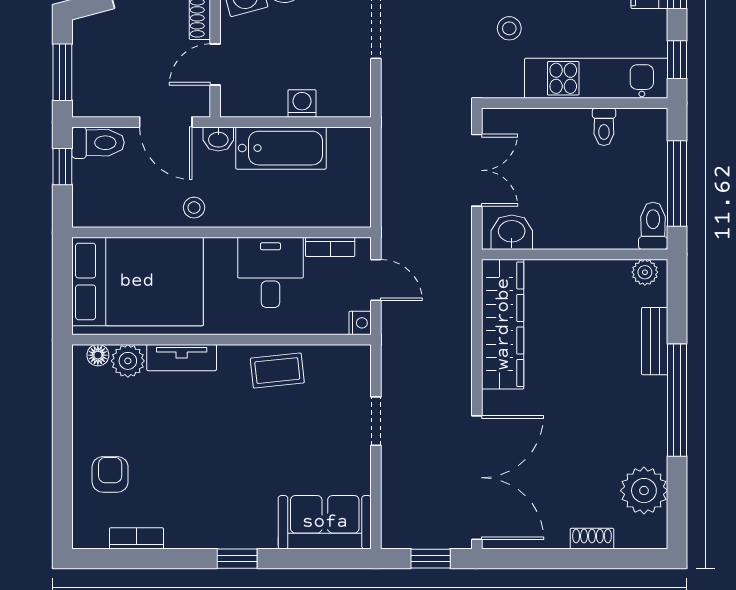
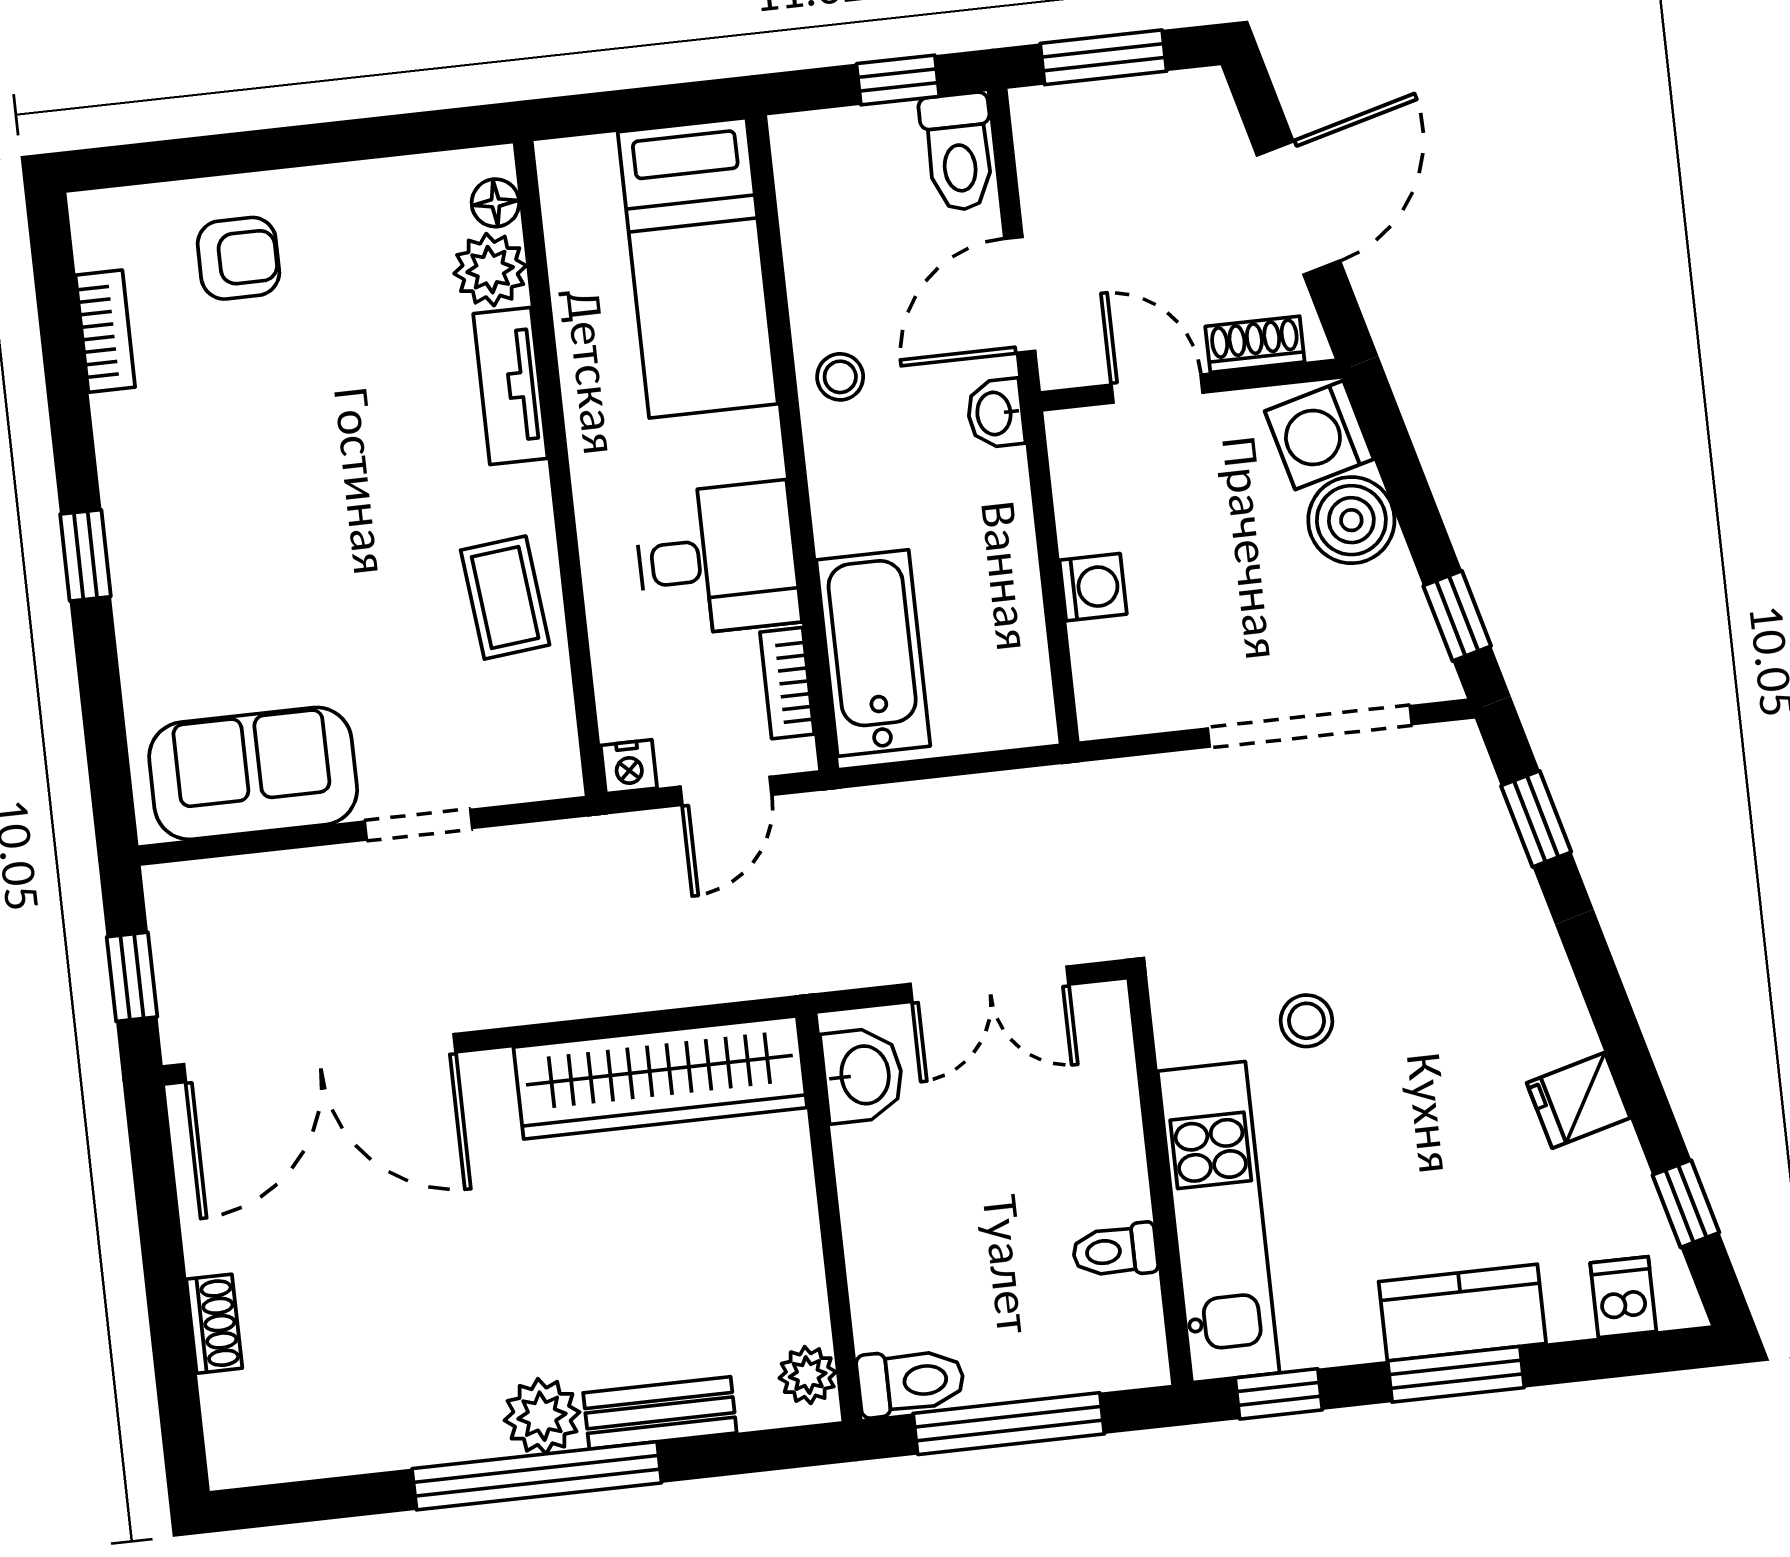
bathtub: (281, 148) -> (873, 653), moved, turned 180
bed: (137, 281) -> (698, 268), width x0.67
plant: (644, 491) -> (542, 1416), moved, width x0.73, depth x0.73
sofa: (325, 522) -> (253, 773), moved, turned -90

